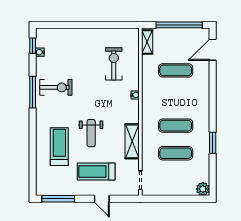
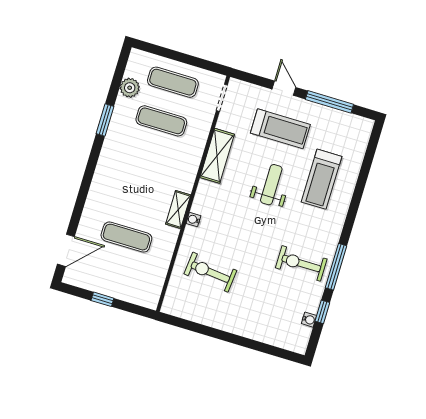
window: (179, 25) -> (102, 299), width x0.32
shelving: (147, 42) -> (178, 210), moved
window: (33, 46) -> (322, 312), moved
exercise bike: (114, 64) -> (210, 272), turned 96
exercise mat: (176, 126) -> (173, 82), moved
plant: (203, 189) -> (130, 88), moved
window: (58, 199) -> (329, 102), moved

